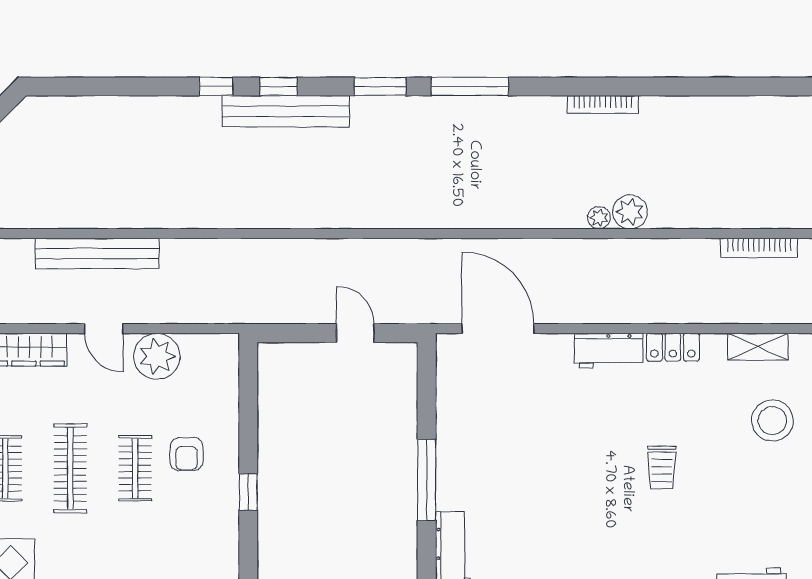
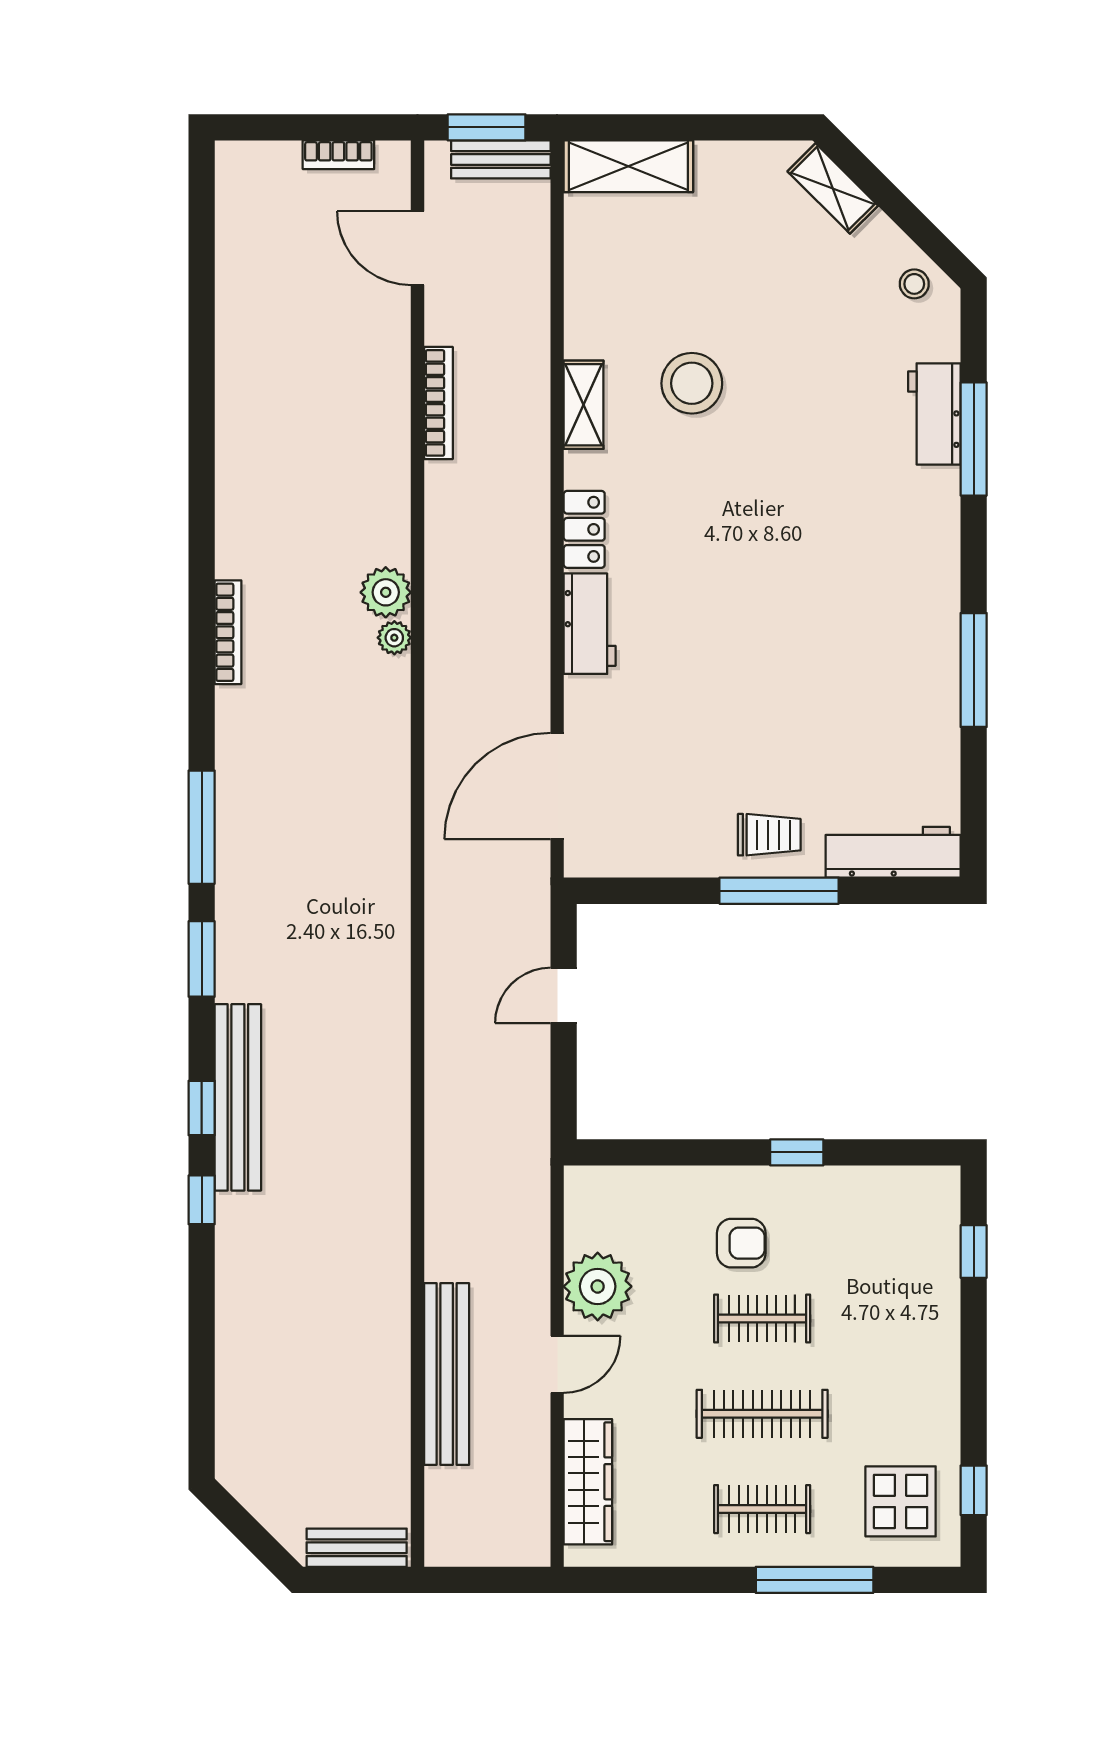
trolley: (662, 467) -> (769, 835), moved

